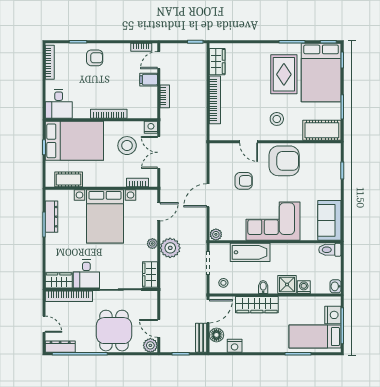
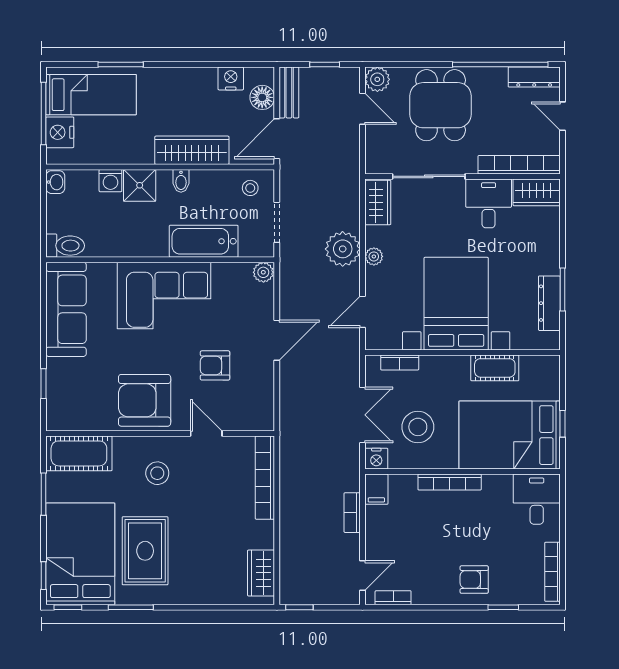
filing cabinet: (149, 80) -> (376, 489), moved, turned 90
bookcase: (215, 100) -> (265, 478), moved
cot: (69, 179) -> (495, 368), moved
sofa: (329, 220) -> (66, 309), width x1.36

